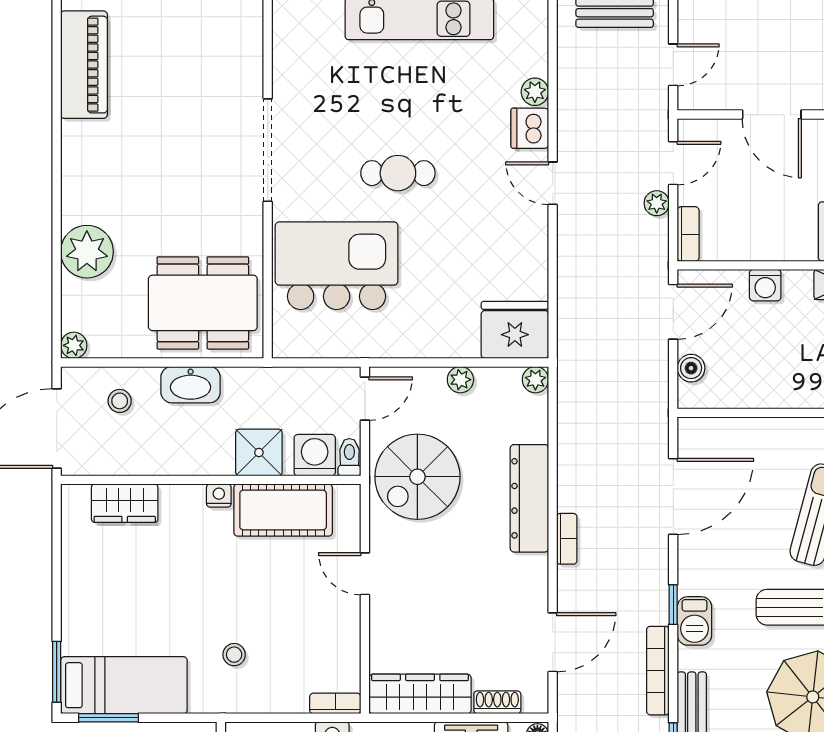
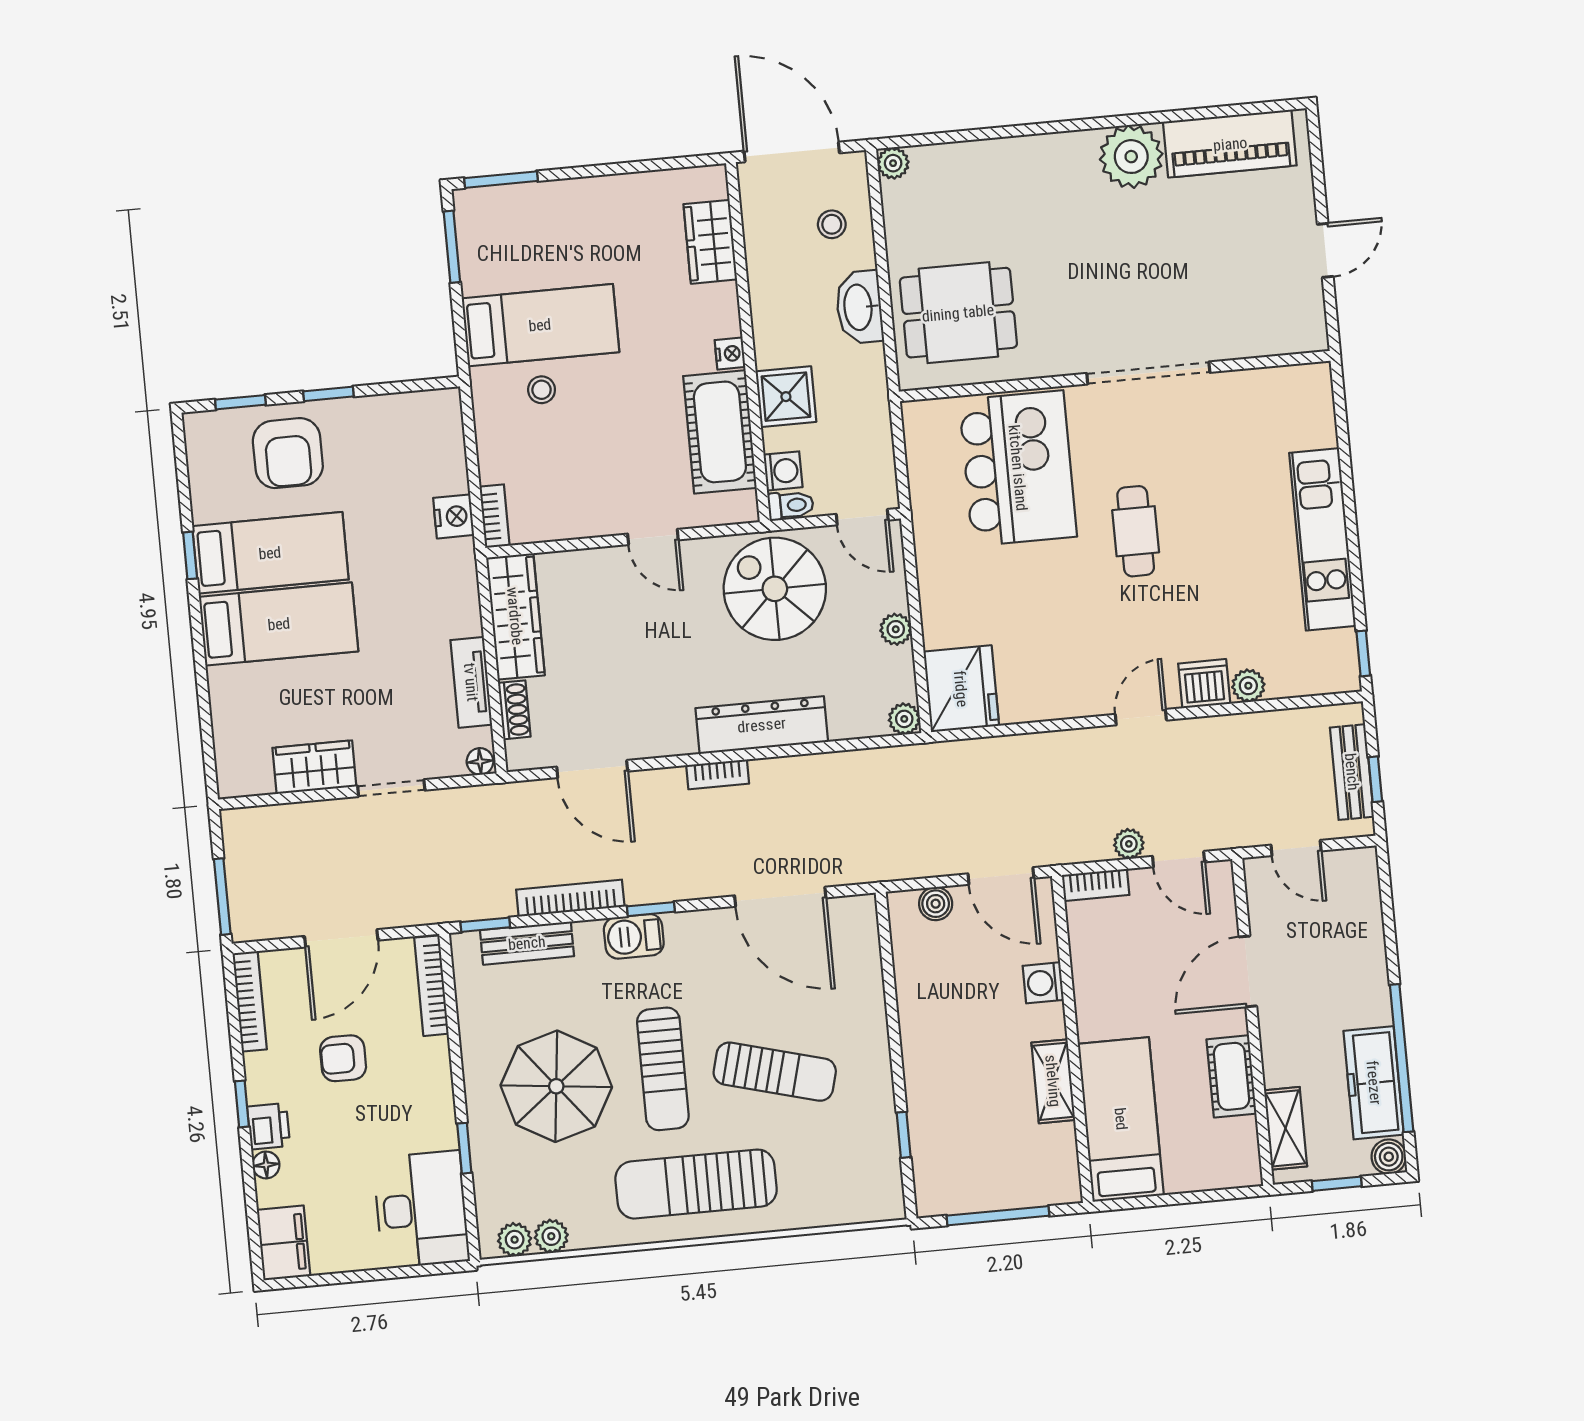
plant: (87, 252) -> (1131, 157), moved
dining table: (203, 303) -> (958, 313), width x0.73
washing machine: (315, 455) -> (783, 471), width x0.73, depth x0.73
door: (365, 574) -> (653, 537), swing flipped
bed: (124, 685) -> (540, 325), moved, turned -90

